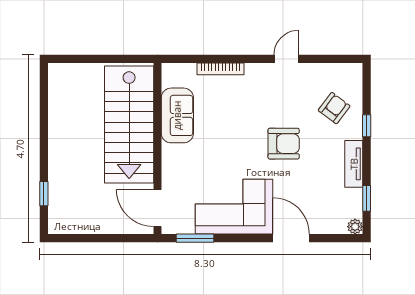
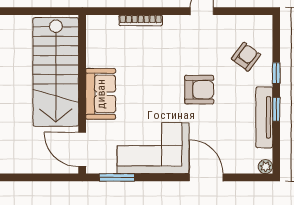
sofa: (177, 115) -> (101, 94), moved
tv unit: (354, 164) -> (264, 117), width x1.41
window: (367, 198) -> (276, 109), moved

